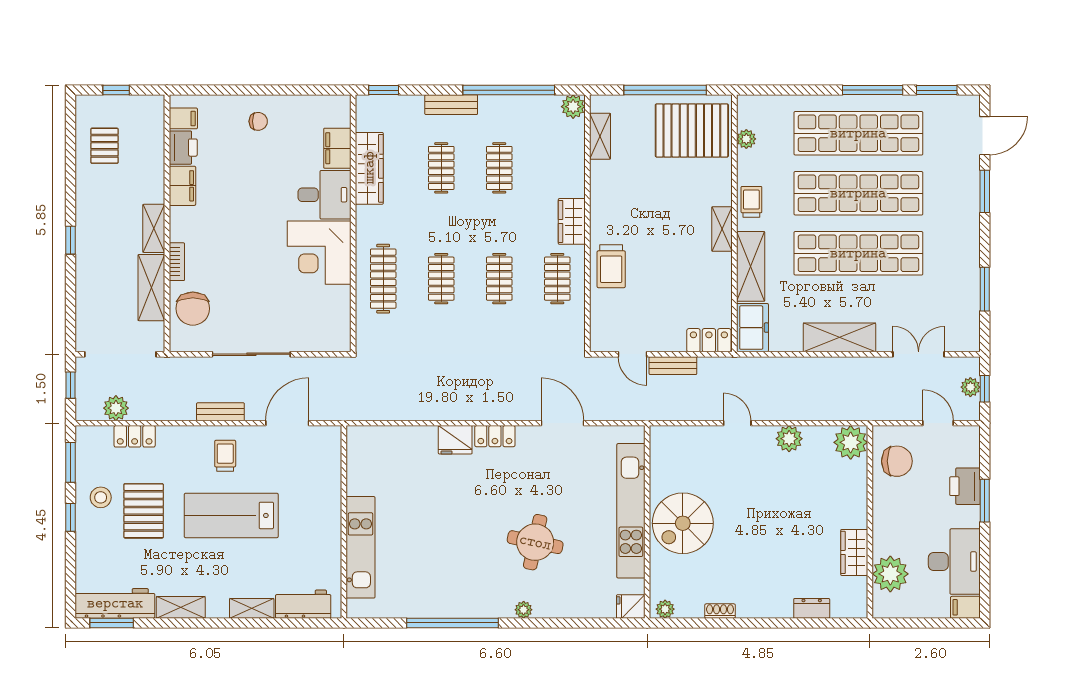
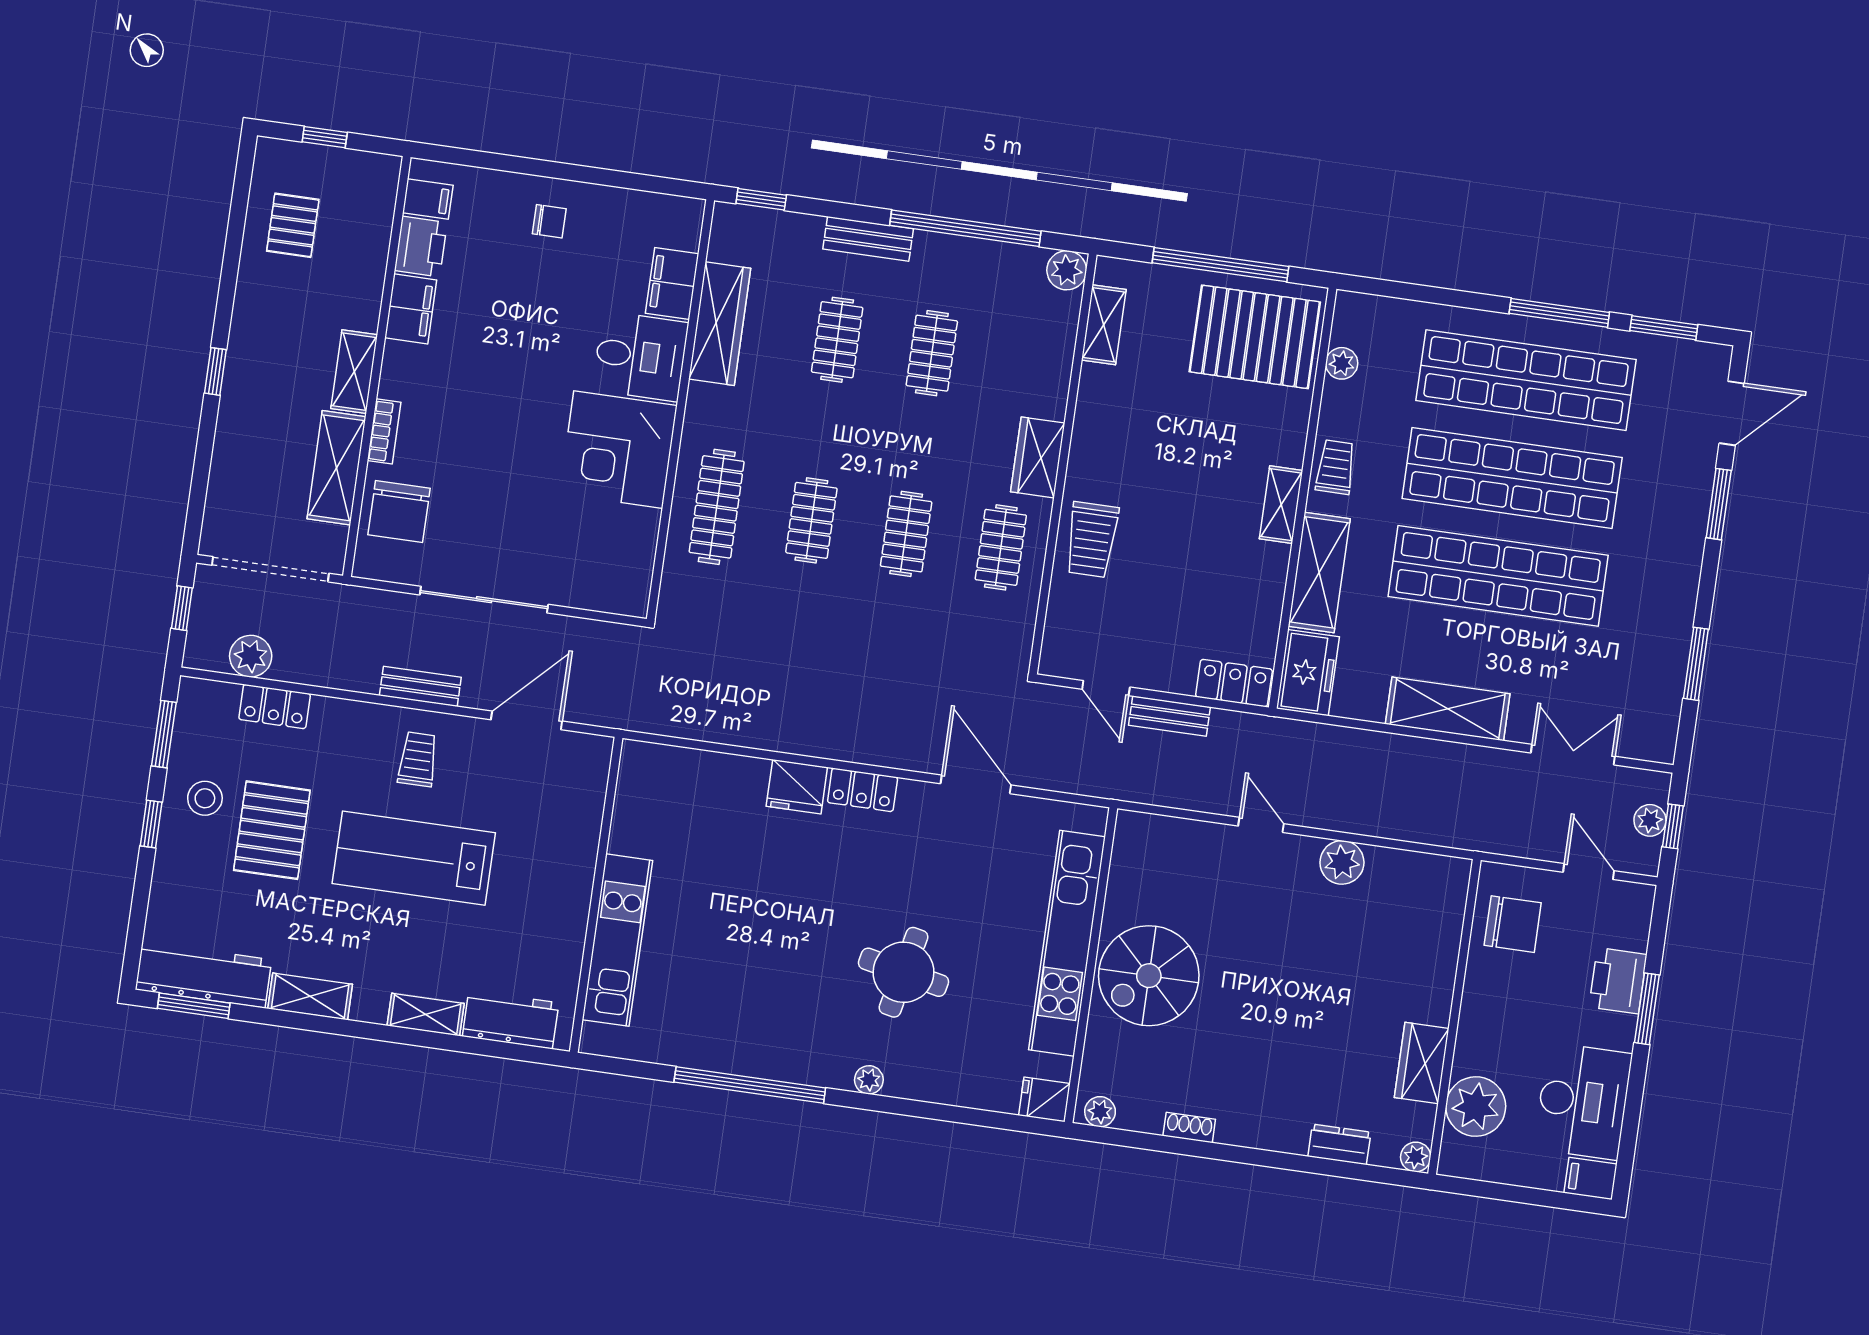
plant: (851, 442) -> (1416, 1157), moved, width x0.53, depth x0.53

